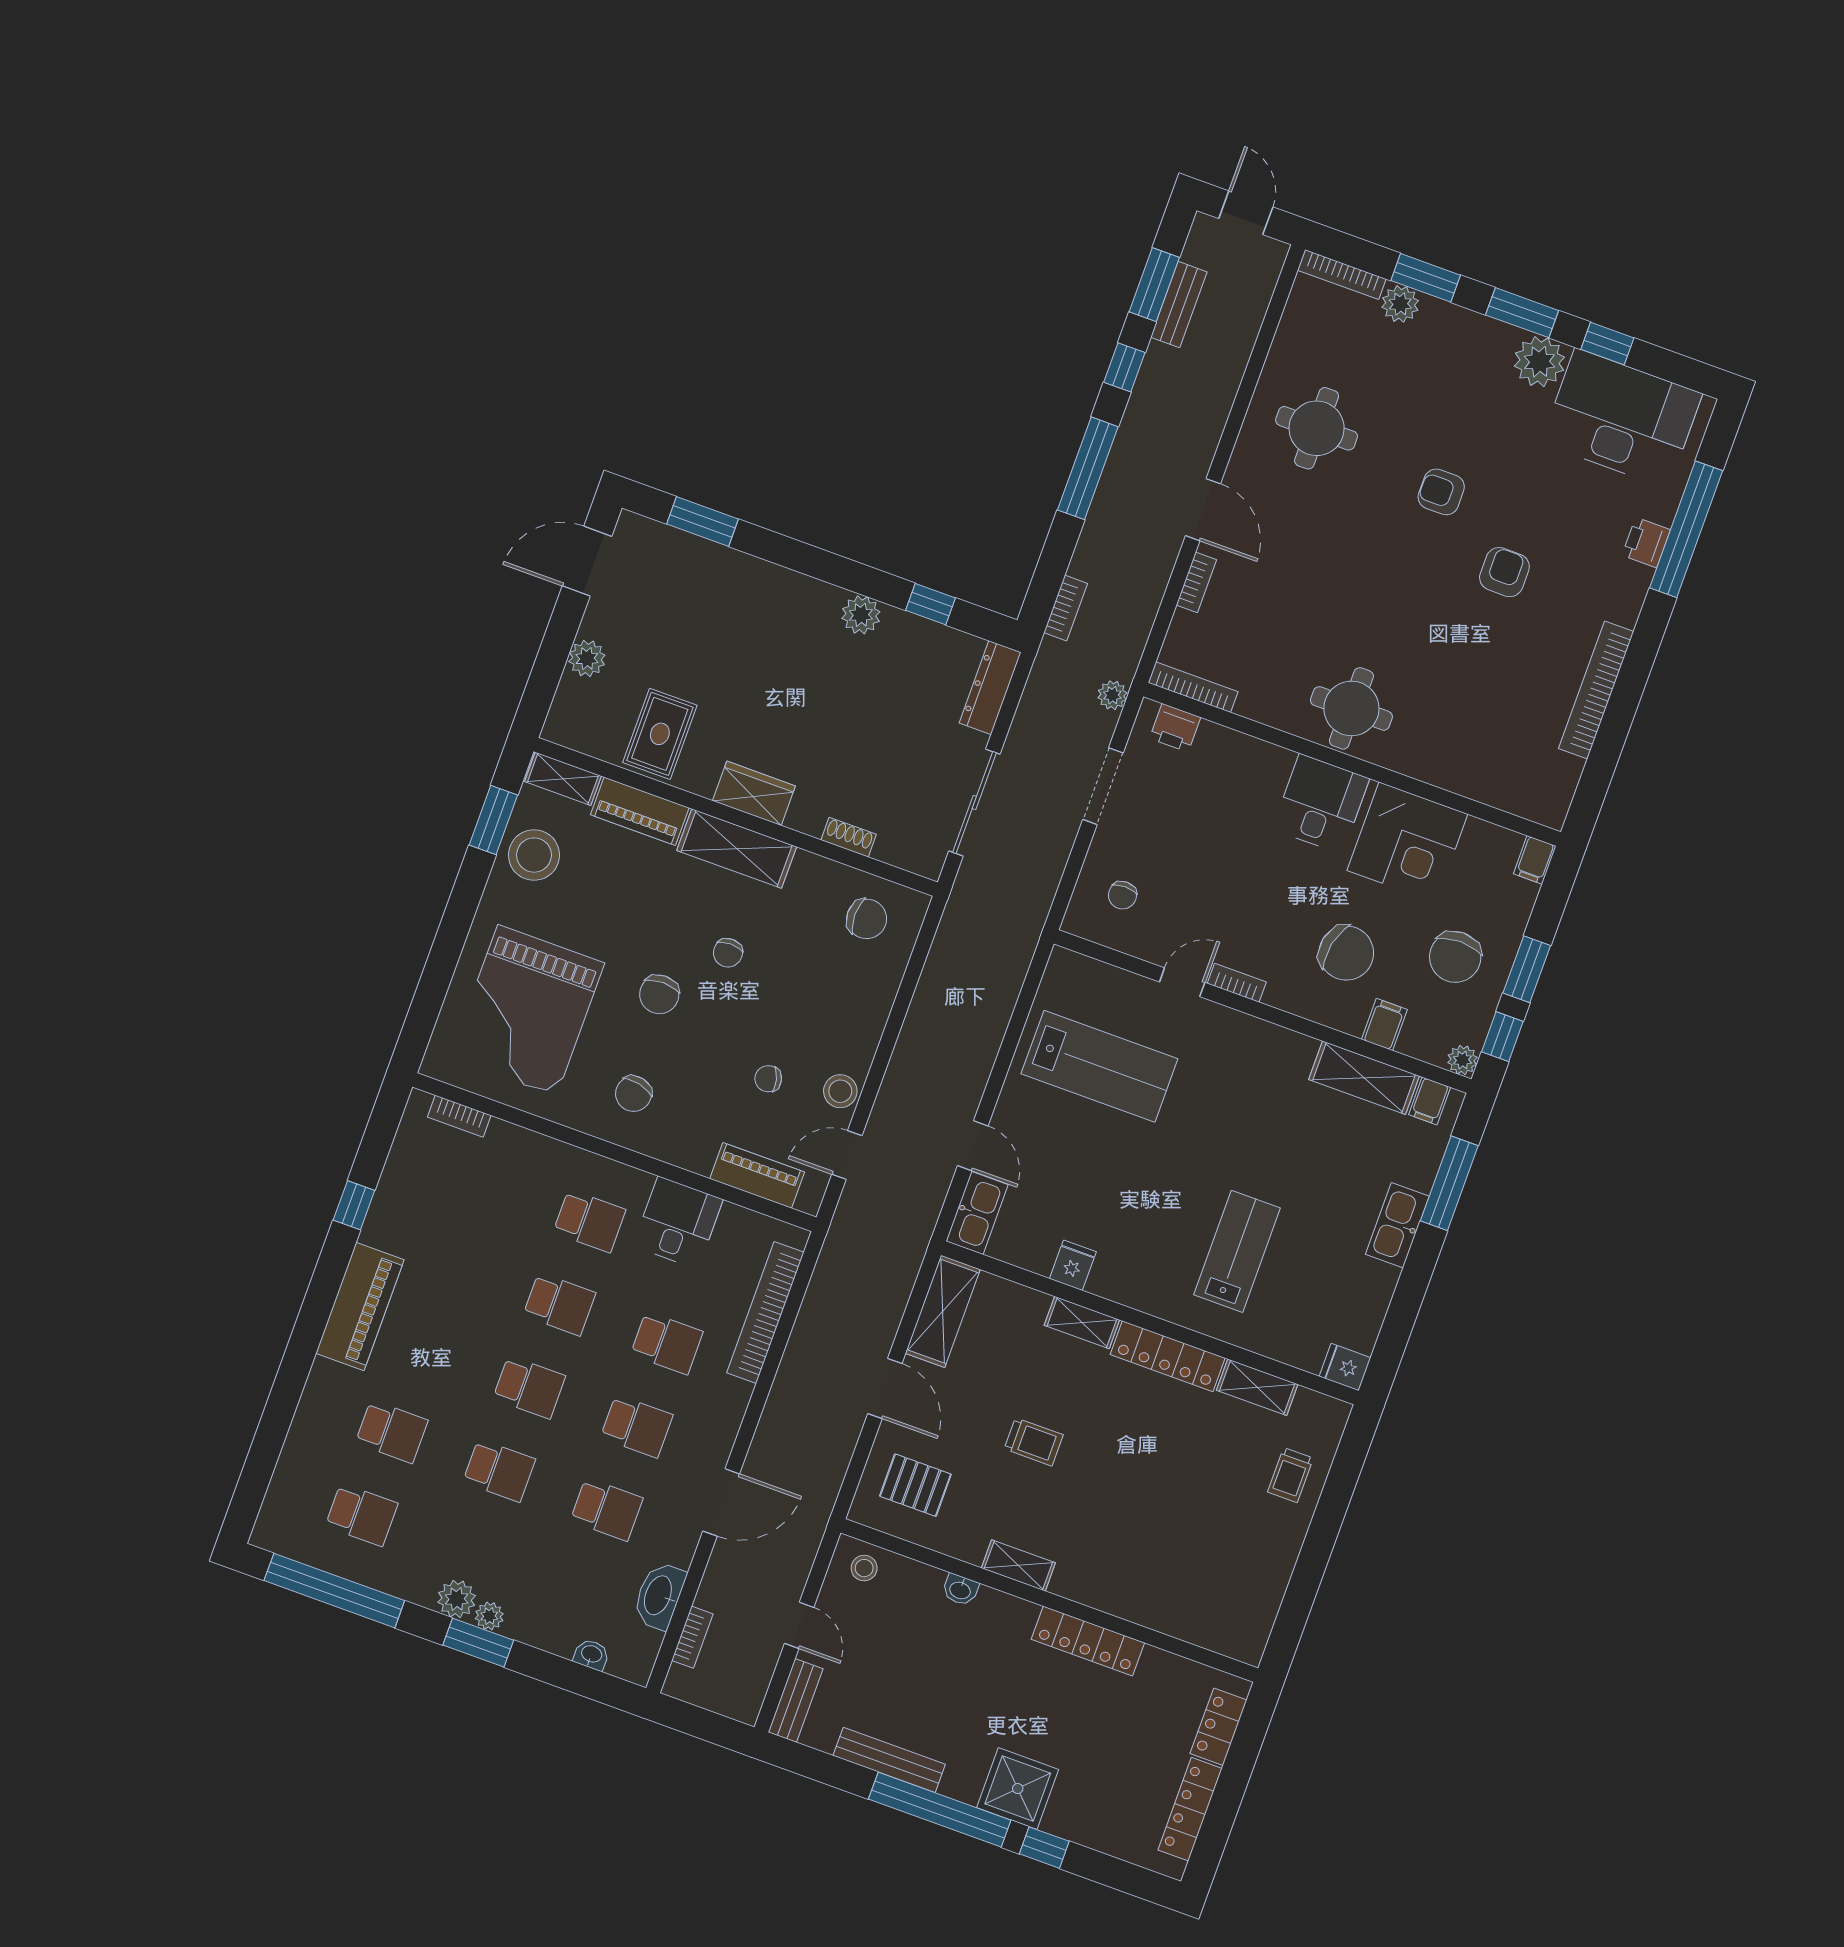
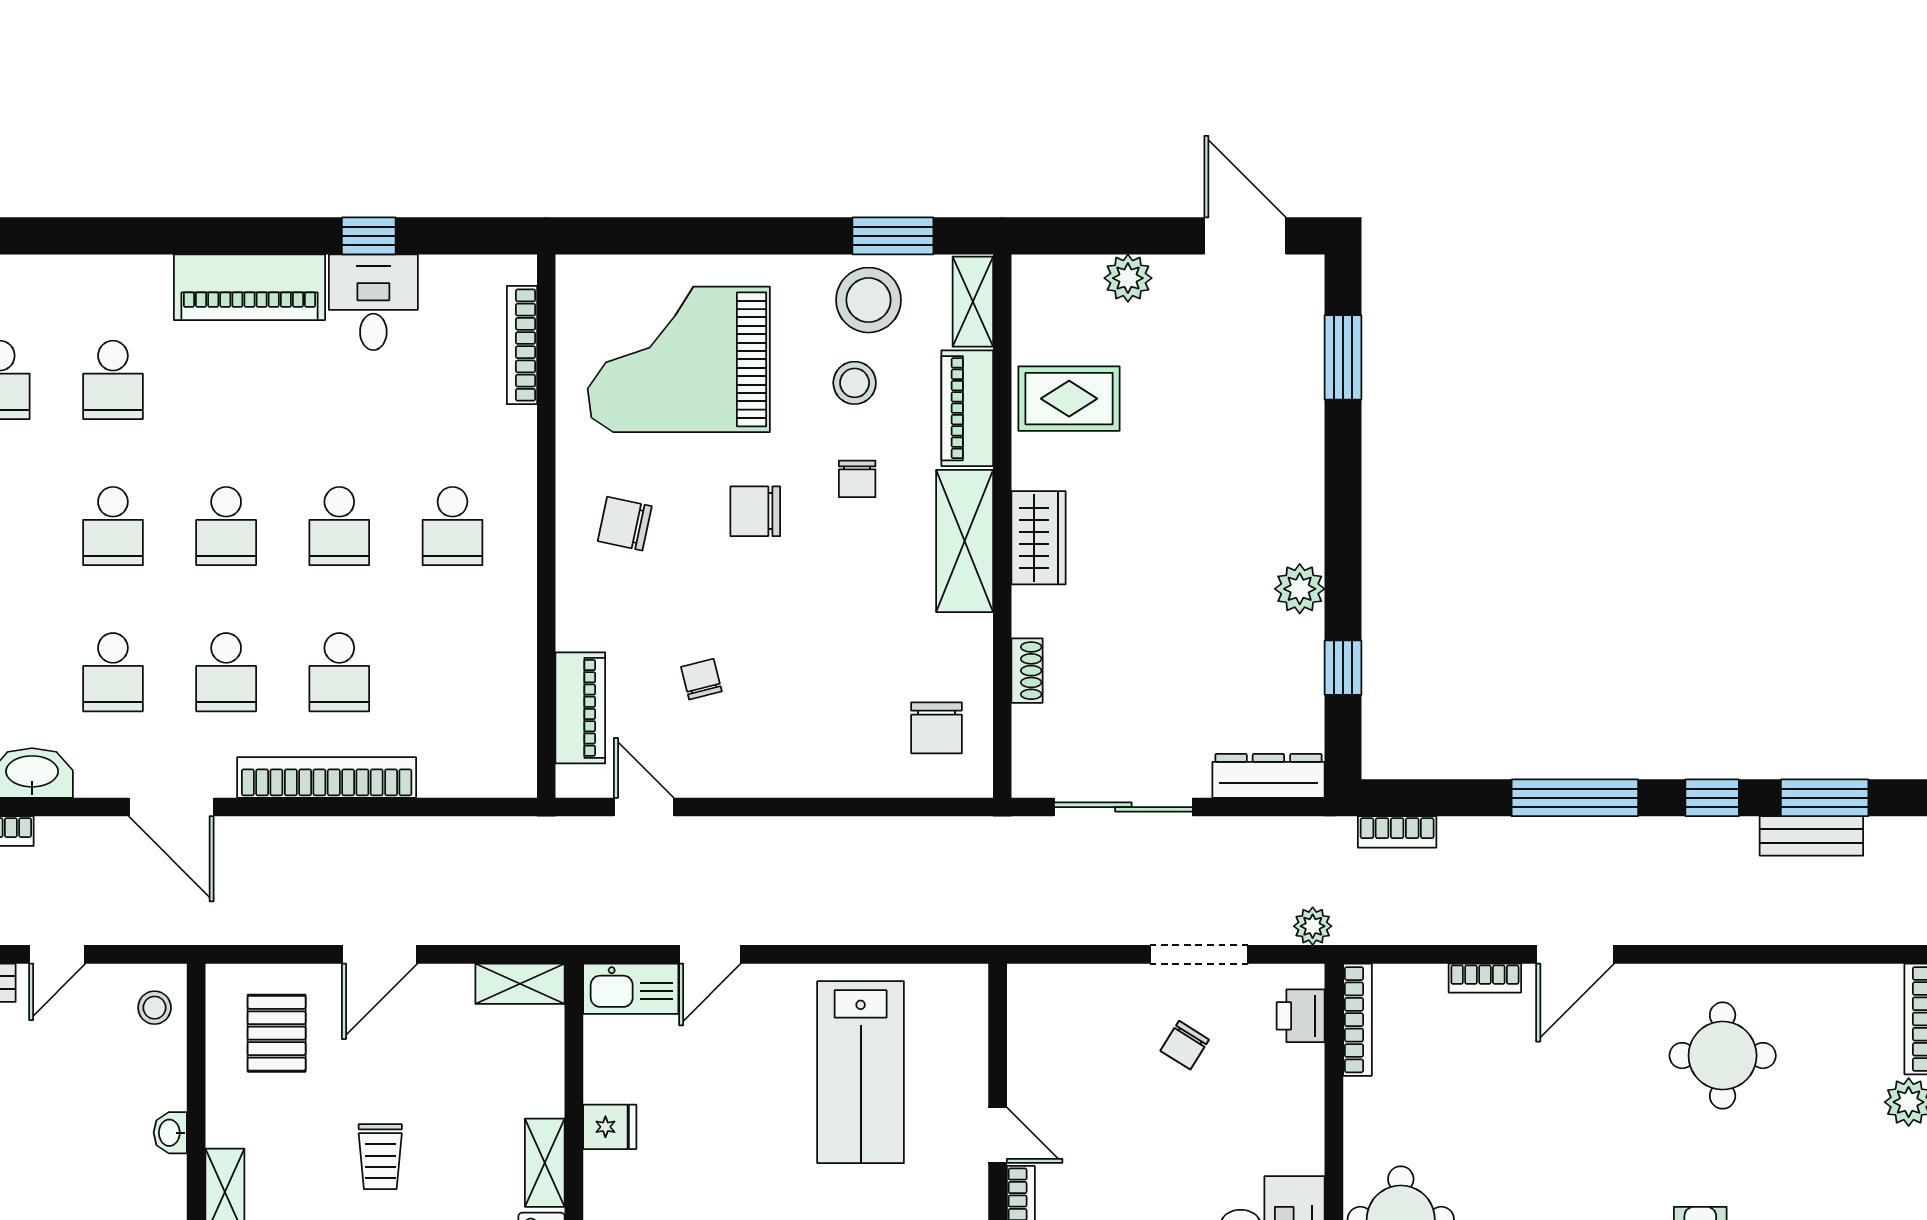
chair: (1122, 895) -> (1185, 1045), moved, turned -58
chair: (728, 953) -> (857, 479), moved, turned -90
stool: (840, 1091) -> (855, 383), moved
bookcase: (459, 1116) -> (522, 345), width x1.56
desk: (678, 1223) -> (373, 302), moved, turned -90
shelving: (943, 1311) -> (520, 984), width x0.67, depth x0.75
bookcase: (765, 1313) -> (327, 777), moved

